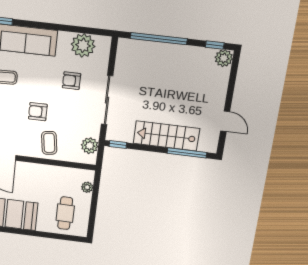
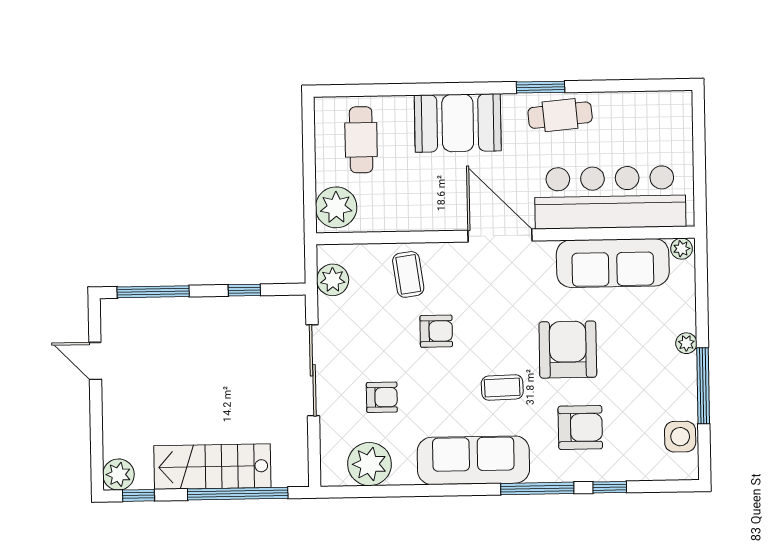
stairs: (166, 136) -> (212, 467), moved, turned 180
window: (118, 145) -> (244, 290), moved
plant: (87, 187) -> (336, 207), width x1.88, depth x1.88

